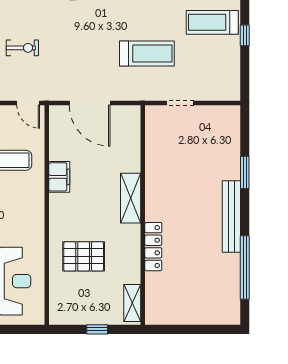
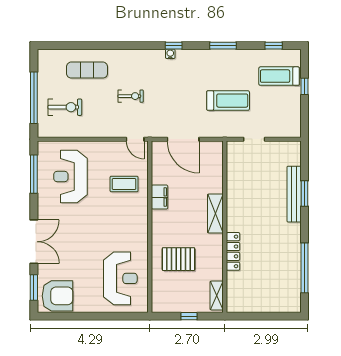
bench: (231, 217) -> (294, 194), moved

